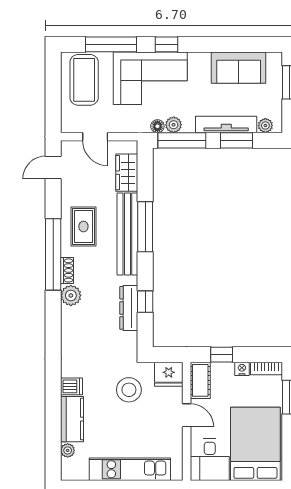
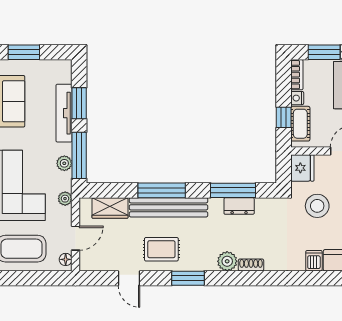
floor lamp: (157, 126) -> (66, 259), moved
plant: (265, 126) -> (65, 199), moved
door: (53, 168) -> (129, 278), moved
window: (53, 254) -> (188, 278), width x0.47
shoe rack: (67, 270) -> (251, 265), moved
window: (145, 302) -> (233, 190), width x2.17
dresser: (129, 308) -> (239, 206), width x0.70
cot: (200, 380) -> (300, 124), moved, turned 90

